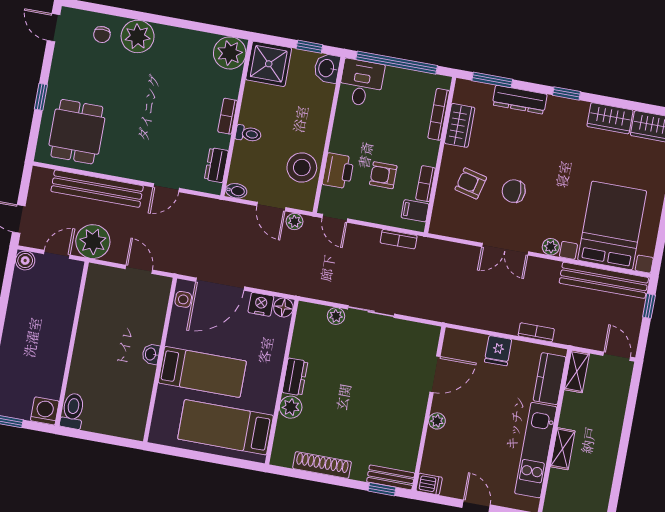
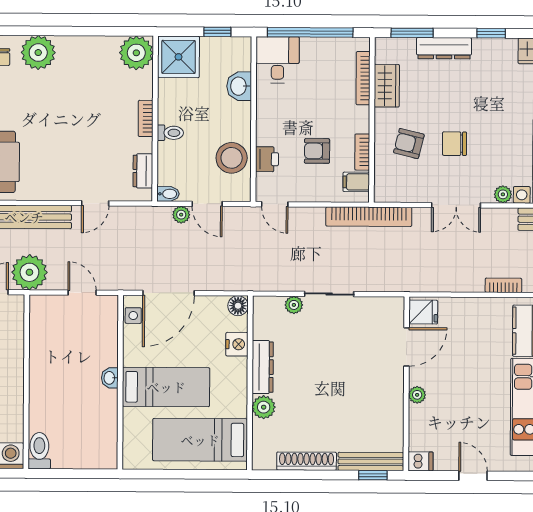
washbasin: (327, 68) -> (239, 86), moved
printer: (338, 171) -> (267, 159), width x0.73, depth x0.81
plant: (295, 221) -> (181, 215), moved
bookcase: (399, 239) -> (369, 217), width x2.31, depth x1.31
nightstand: (261, 304) -> (237, 344), moved, turned 90
fridge: (498, 351) -> (423, 312), moved, turned -90
dresser: (295, 377) -> (263, 367), width x1.44
bench: (391, 477) -> (371, 462), width x1.36

